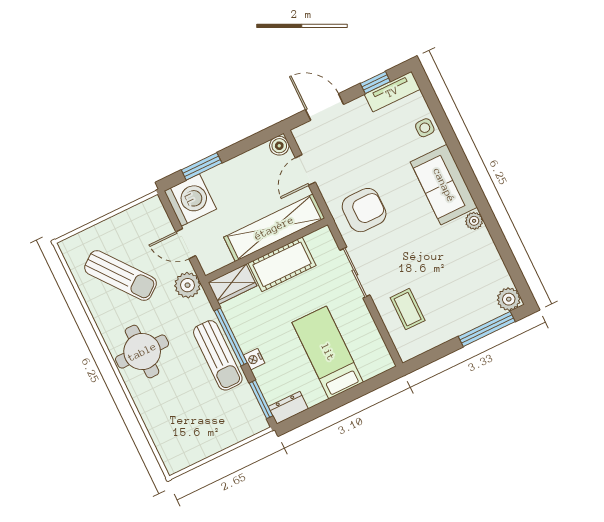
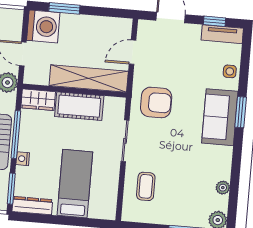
boiler: (279, 146) -> (125, 25), removed
window: (463, 165) -> (241, 112), added
plant: (474, 221) -> (223, 188), moved
dresser: (288, 408) -> (32, 206), width x1.44

